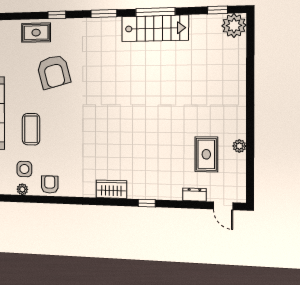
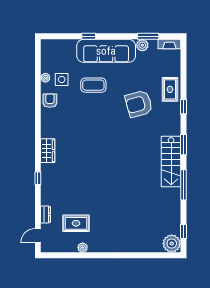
stairs: (155, 28) -> (171, 162), moved
armchair: (50, 184) -> (50, 101), turned -90

